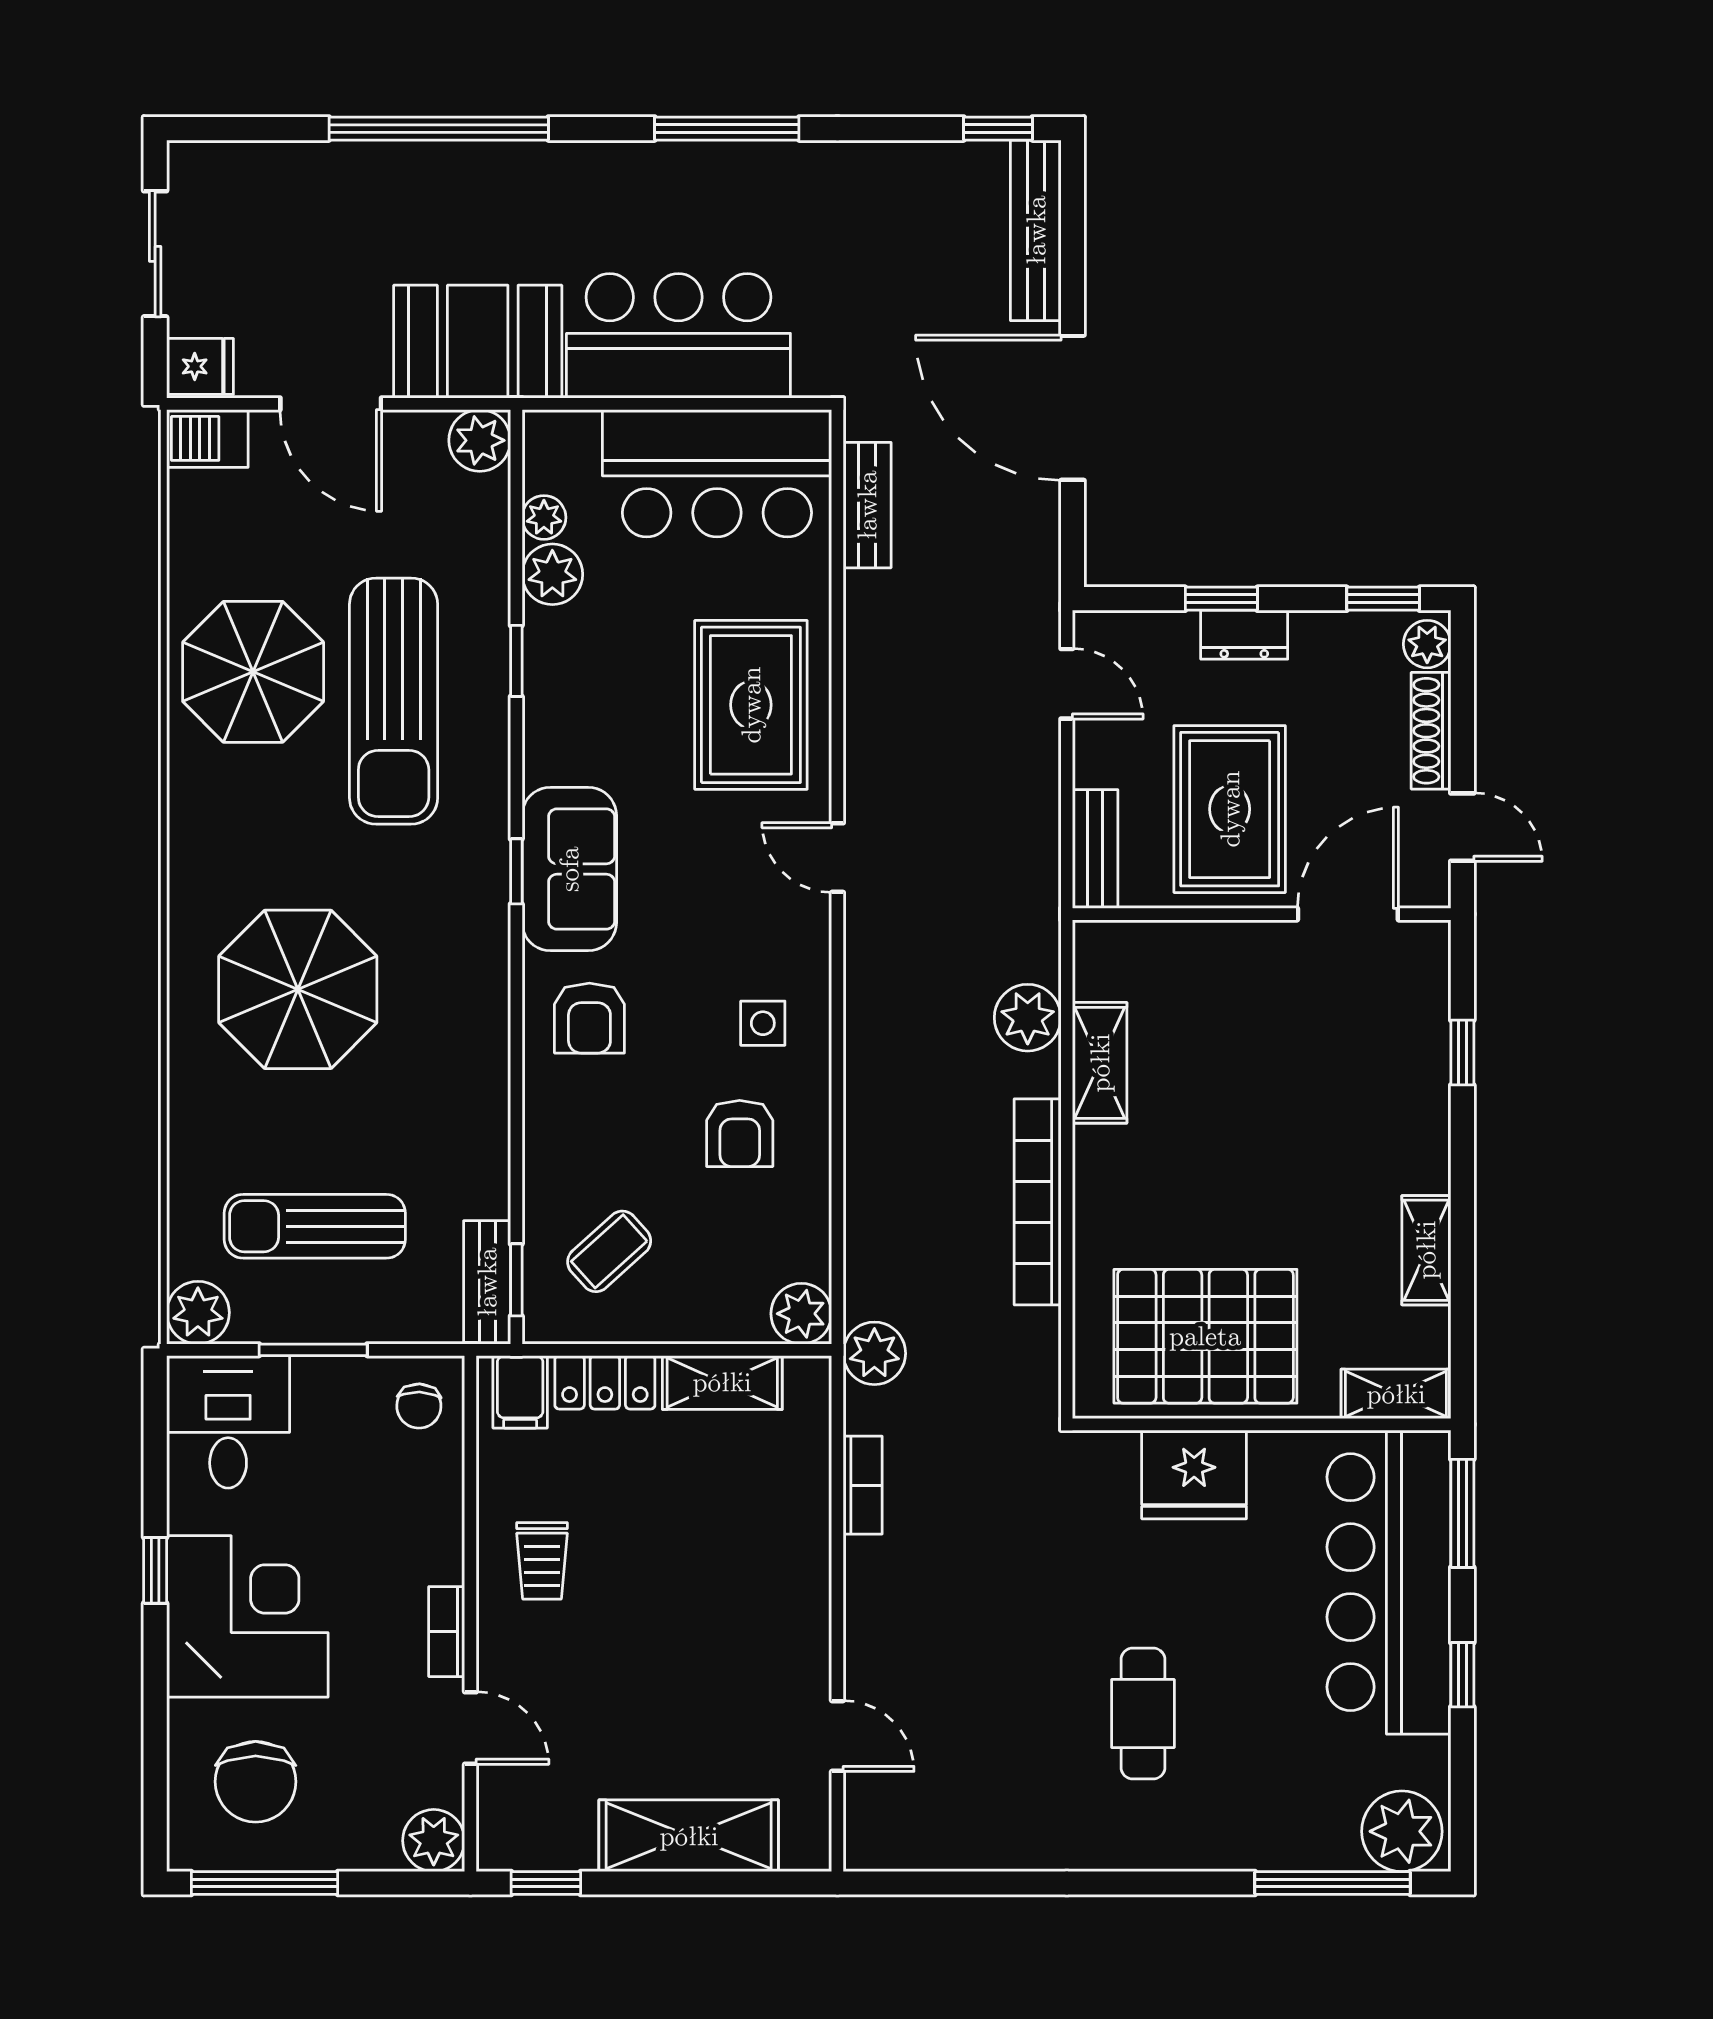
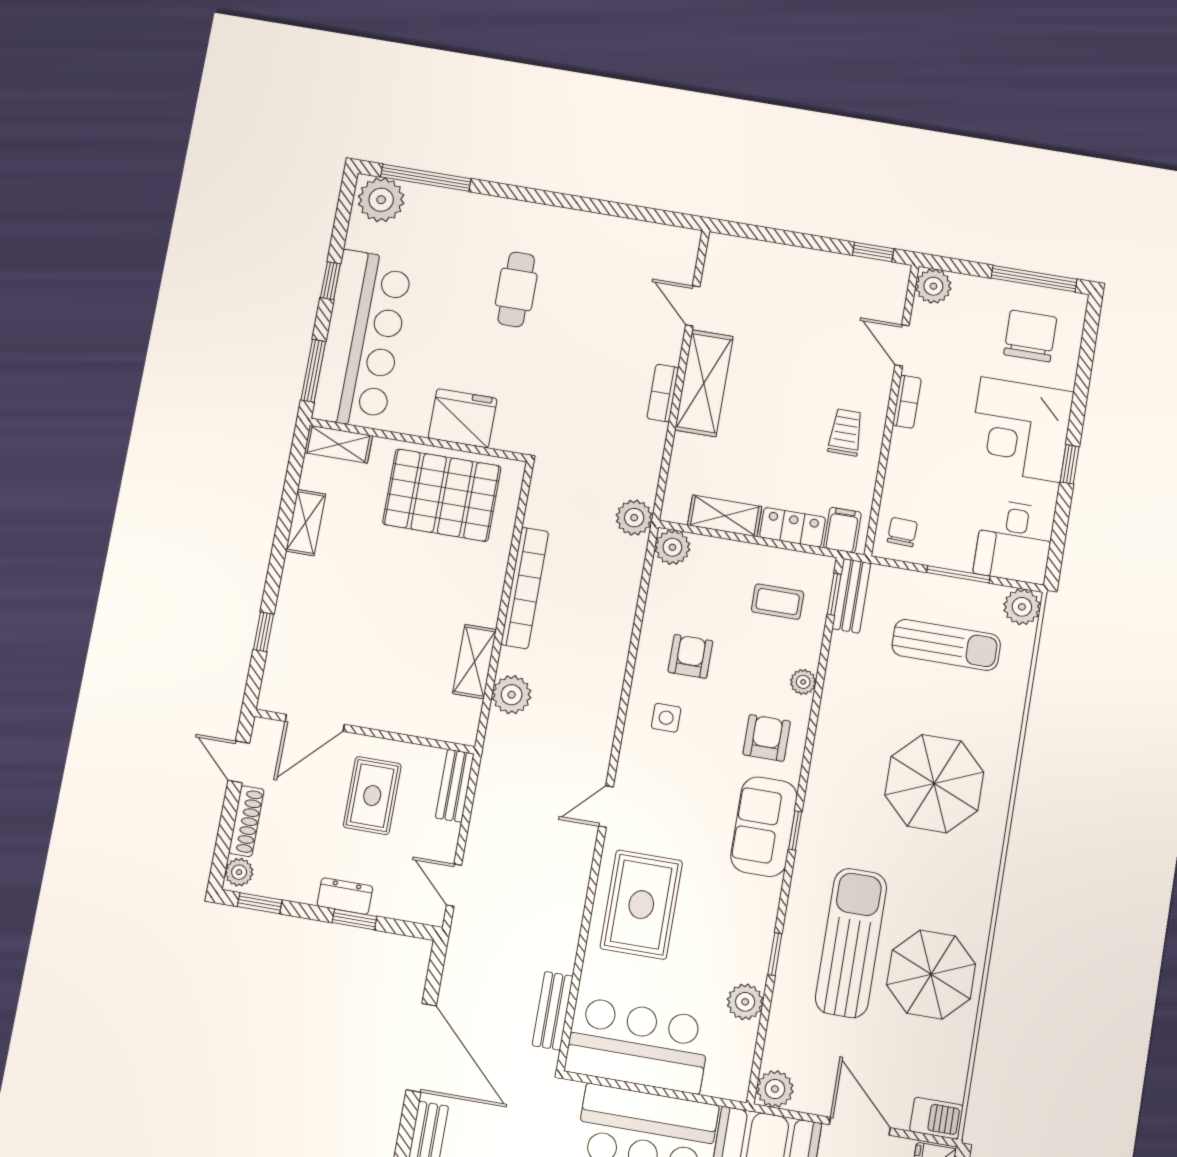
plant: (544, 517) -> (803, 682), moved
rug: (1230, 809) -> (372, 796), width x0.73, depth x0.70
door: (837, 858) -> (606, 806), swing flipped
coffee table: (609, 1251) -> (778, 602), turned 42
bookcase: (863, 1485) -> (663, 393), moved
shelving: (689, 1836) -> (704, 383), moved, turned 90

